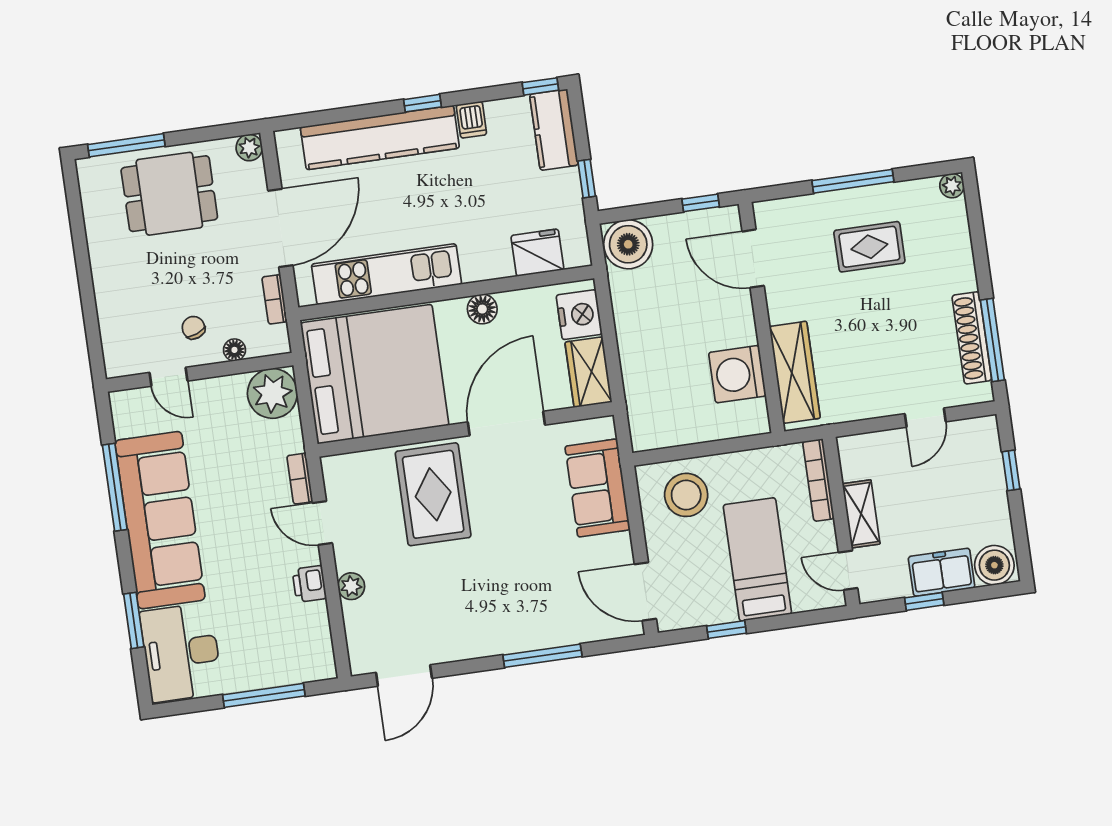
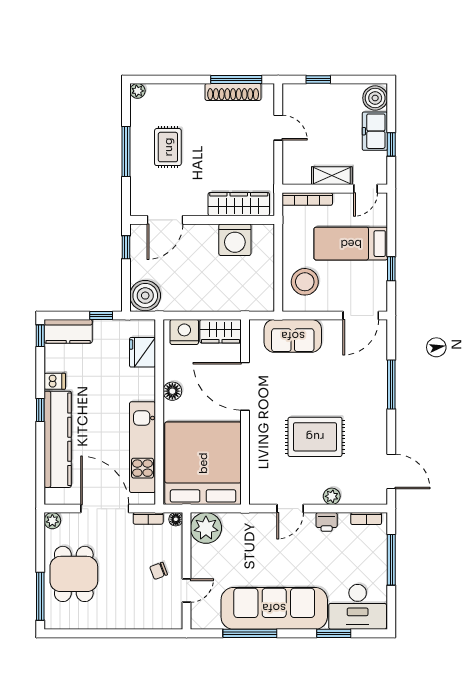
floor lamp: (234, 350) -> (176, 519), moved
bookcase: (300, 479) -> (366, 519), moved
rug: (433, 494) -> (315, 437), moved

